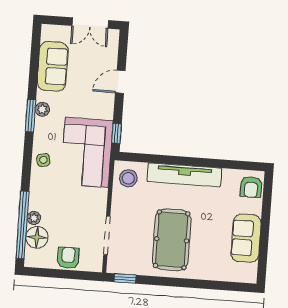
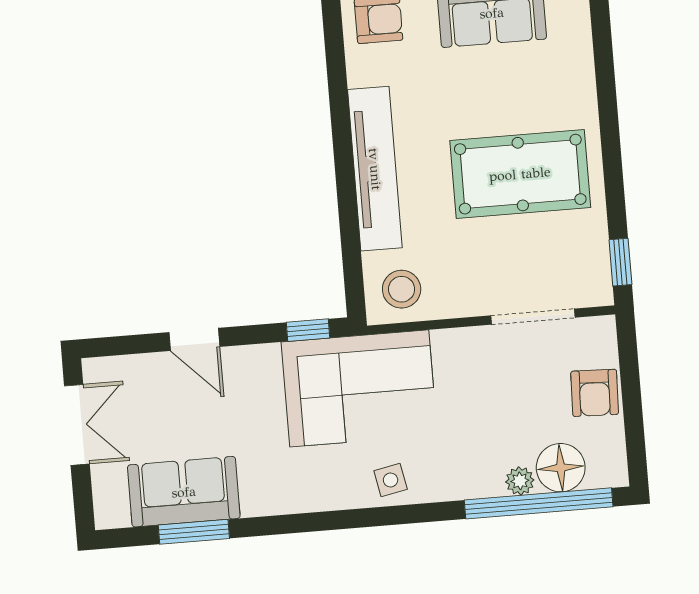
plant: (42, 109) -> (281, 499), removed
window: (30, 116) -> (194, 532), moved
armchair: (68, 258) -> (595, 393), turned -88

